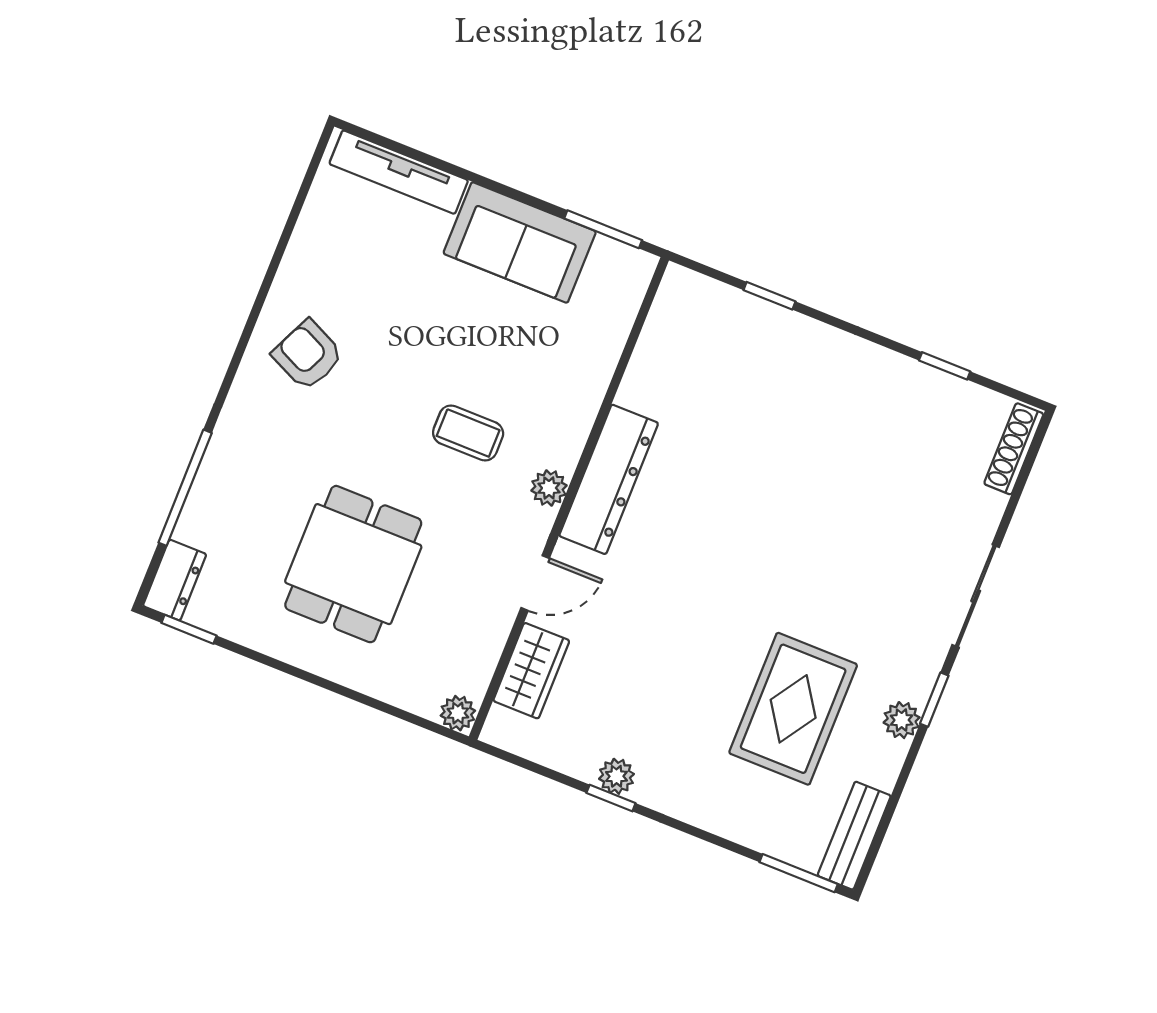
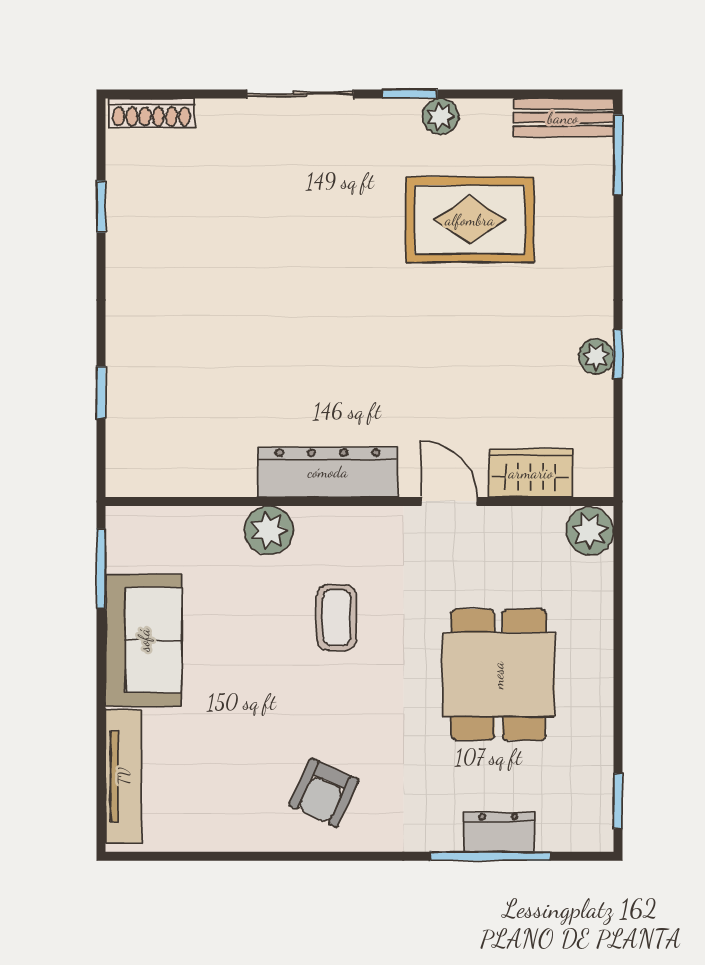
plant: (549, 488) -> (269, 530), moved, width x1.38, depth x1.38
dining table: (353, 564) -> (498, 675), turned 90
dresser: (175, 580) -> (499, 832), moved
plant: (458, 713) -> (590, 531), width x1.38, depth x1.38

